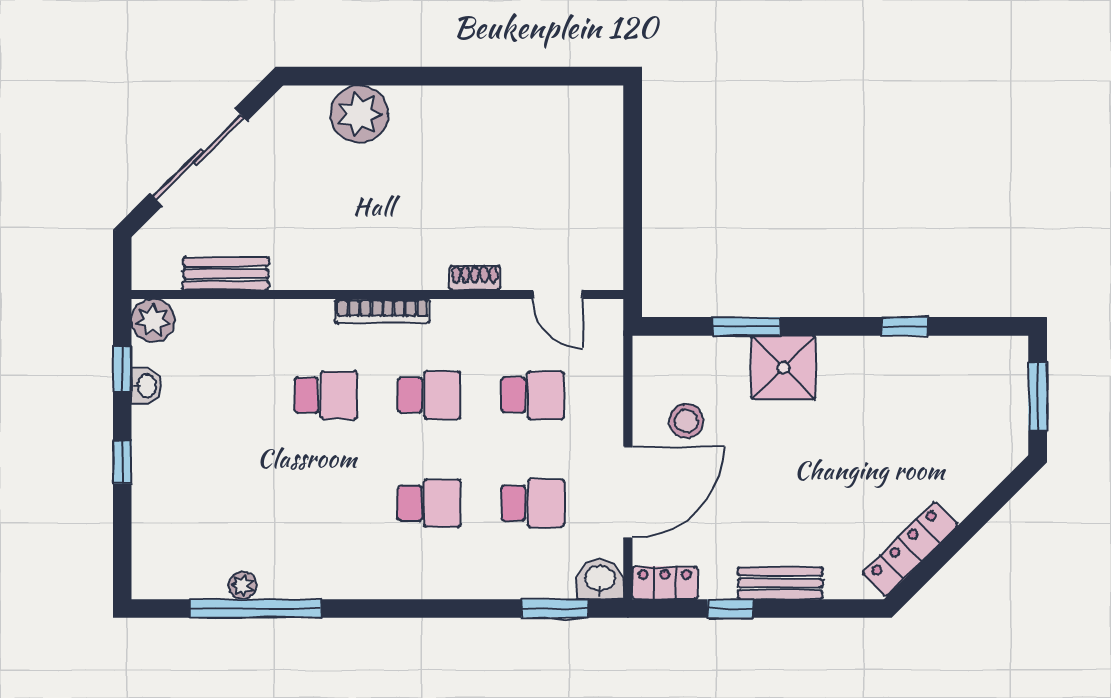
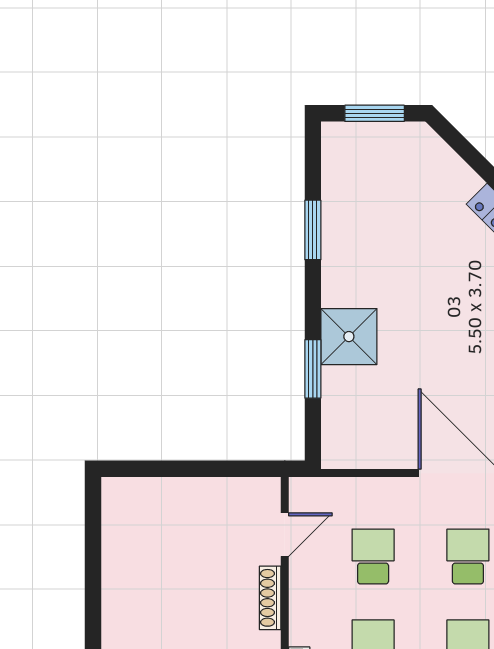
shoe rack: (475, 278) -> (270, 598), width x1.43
window: (905, 326) -> (313, 230), width x1.50
stool: (686, 421) -> (396, 422), removed

